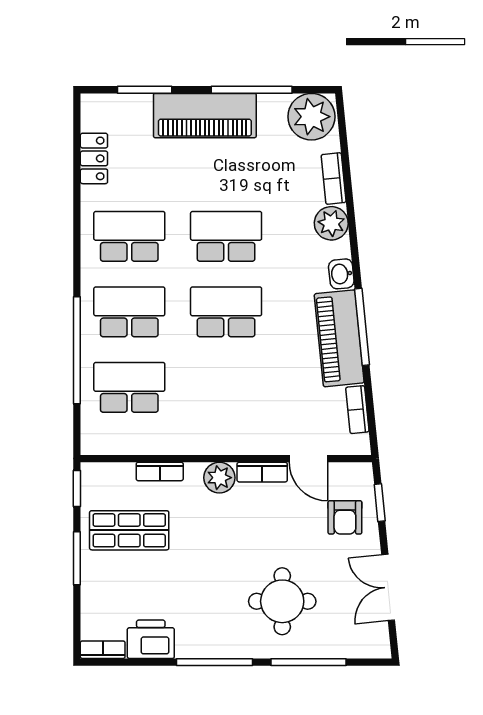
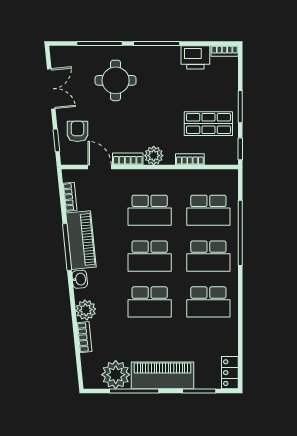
plant: (311, 117) -> (116, 375), moved
locker: (94, 158) -> (230, 373), moved
school desk: (226, 387) -> (150, 210), added

